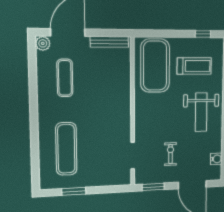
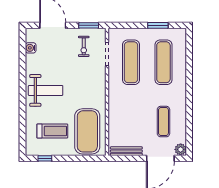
treadmill: (194, 66) -> (52, 131), turned 180
weight bench: (201, 112) -> (46, 90), turned 90
exercise mat: (105, 147) -> (131, 62), added
exercise bike: (170, 154) -> (84, 46), moved

